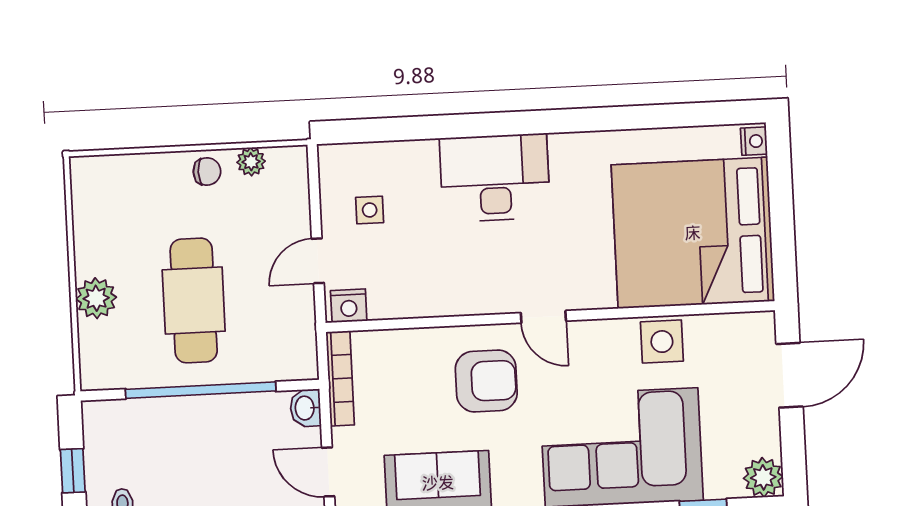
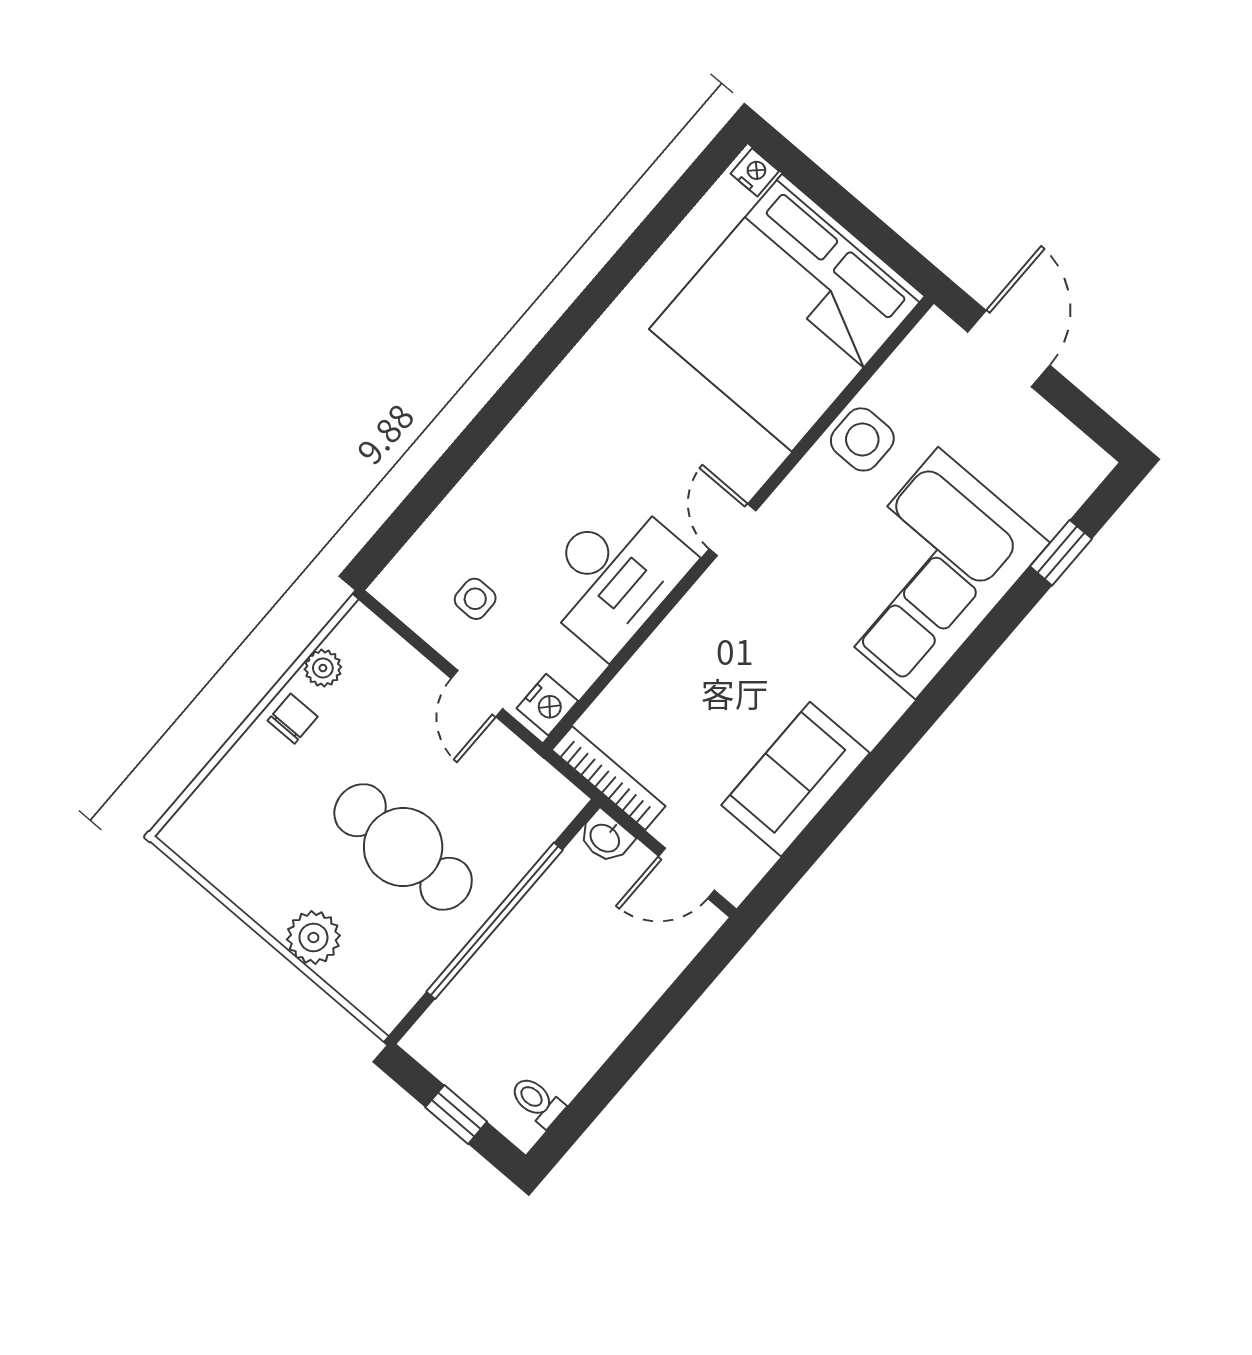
desk: (495, 178) -> (613, 575), moved, turned 180
door: (543, 317) -> (733, 530), swing flipped
armchair: (486, 381) -> (742, 642), removed
plant: (763, 477) -> (1082, 465), removed

